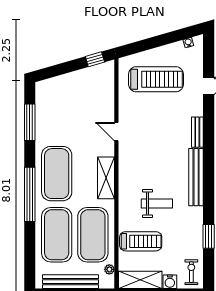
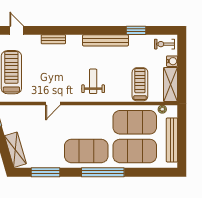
bench: (196, 177) -> (105, 40), moved
shelving: (106, 178) -> (15, 150), moved, turned 74
weight bench: (157, 203) -> (93, 81), moved

